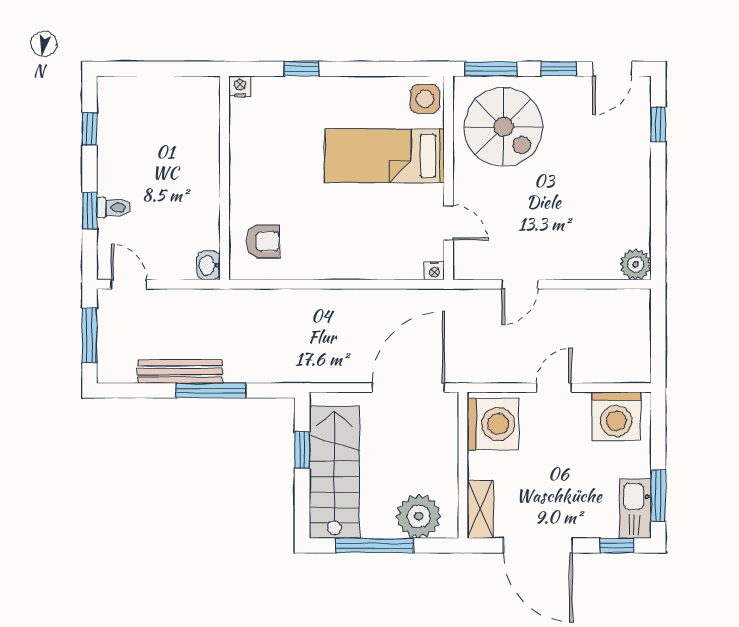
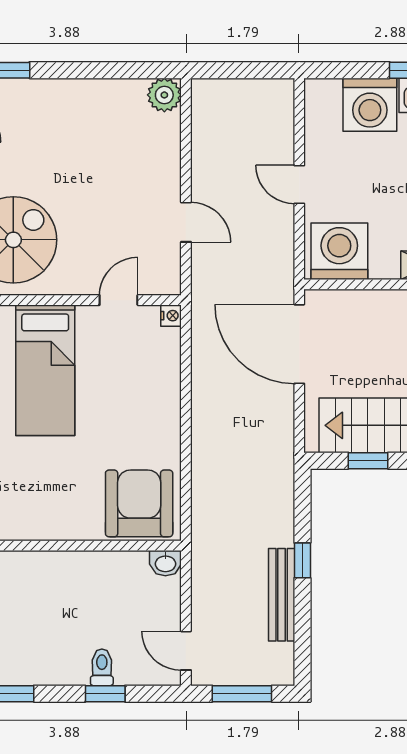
armchair: (263, 241) -> (139, 503), width x1.88, depth x1.88
door: (129, 284) -> (186, 651), hinge flipped
window: (211, 390) -> (302, 560), width x0.46
washing machine: (616, 416) -> (370, 105), moved, turned 90

